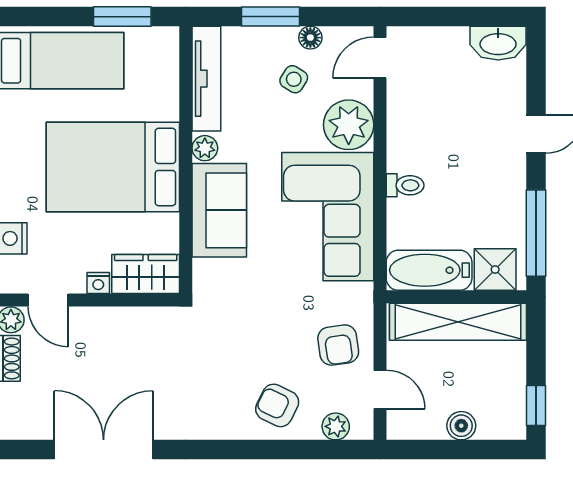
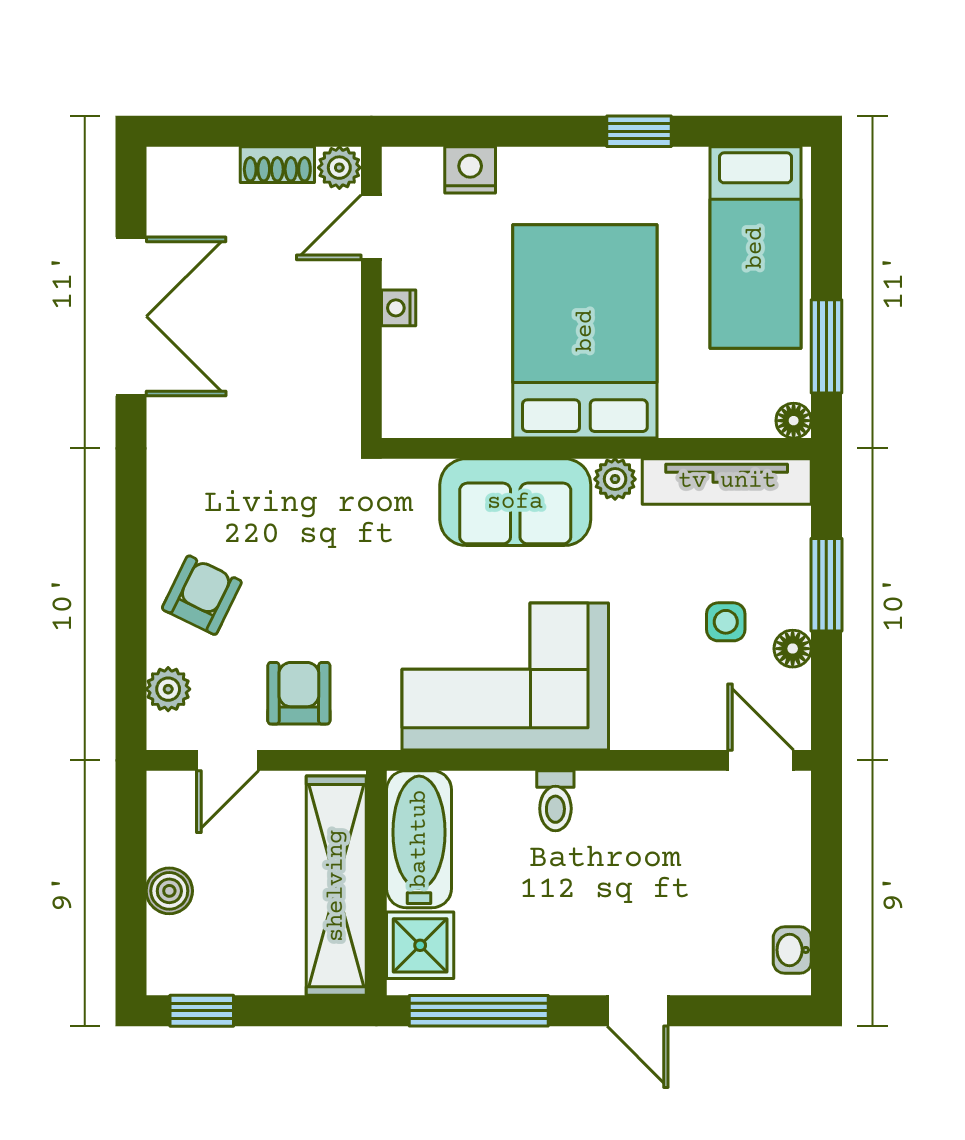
floor lamp: (168, 37) -> (794, 421), added
washbasin: (498, 43) -> (792, 950), width x0.52, depth x0.69
side table: (294, 79) -> (726, 622), turned -32
plant: (349, 125) -> (653, 710), removed
wardrobe: (146, 274) -> (413, 384), removed
armchair: (338, 345) -> (299, 693), turned 98

